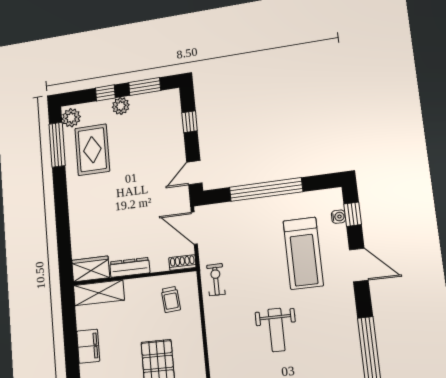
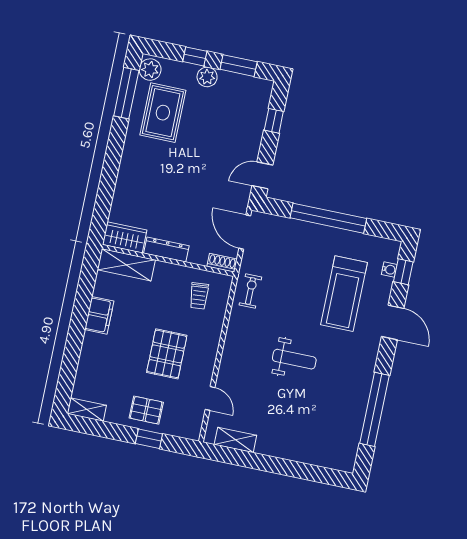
weight bench: (276, 330) -> (294, 359), turned -90

